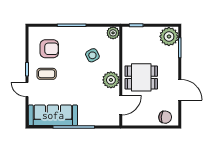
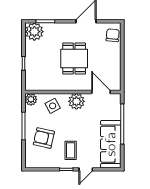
plant: (113, 33) -> (31, 99), moved
armchair: (49, 49) -> (44, 138), moved, turned -77
wall: (121, 76) -> (73, 92), moved
plant: (111, 80) -> (76, 101), moved
door: (121, 105) -> (101, 92), moved

